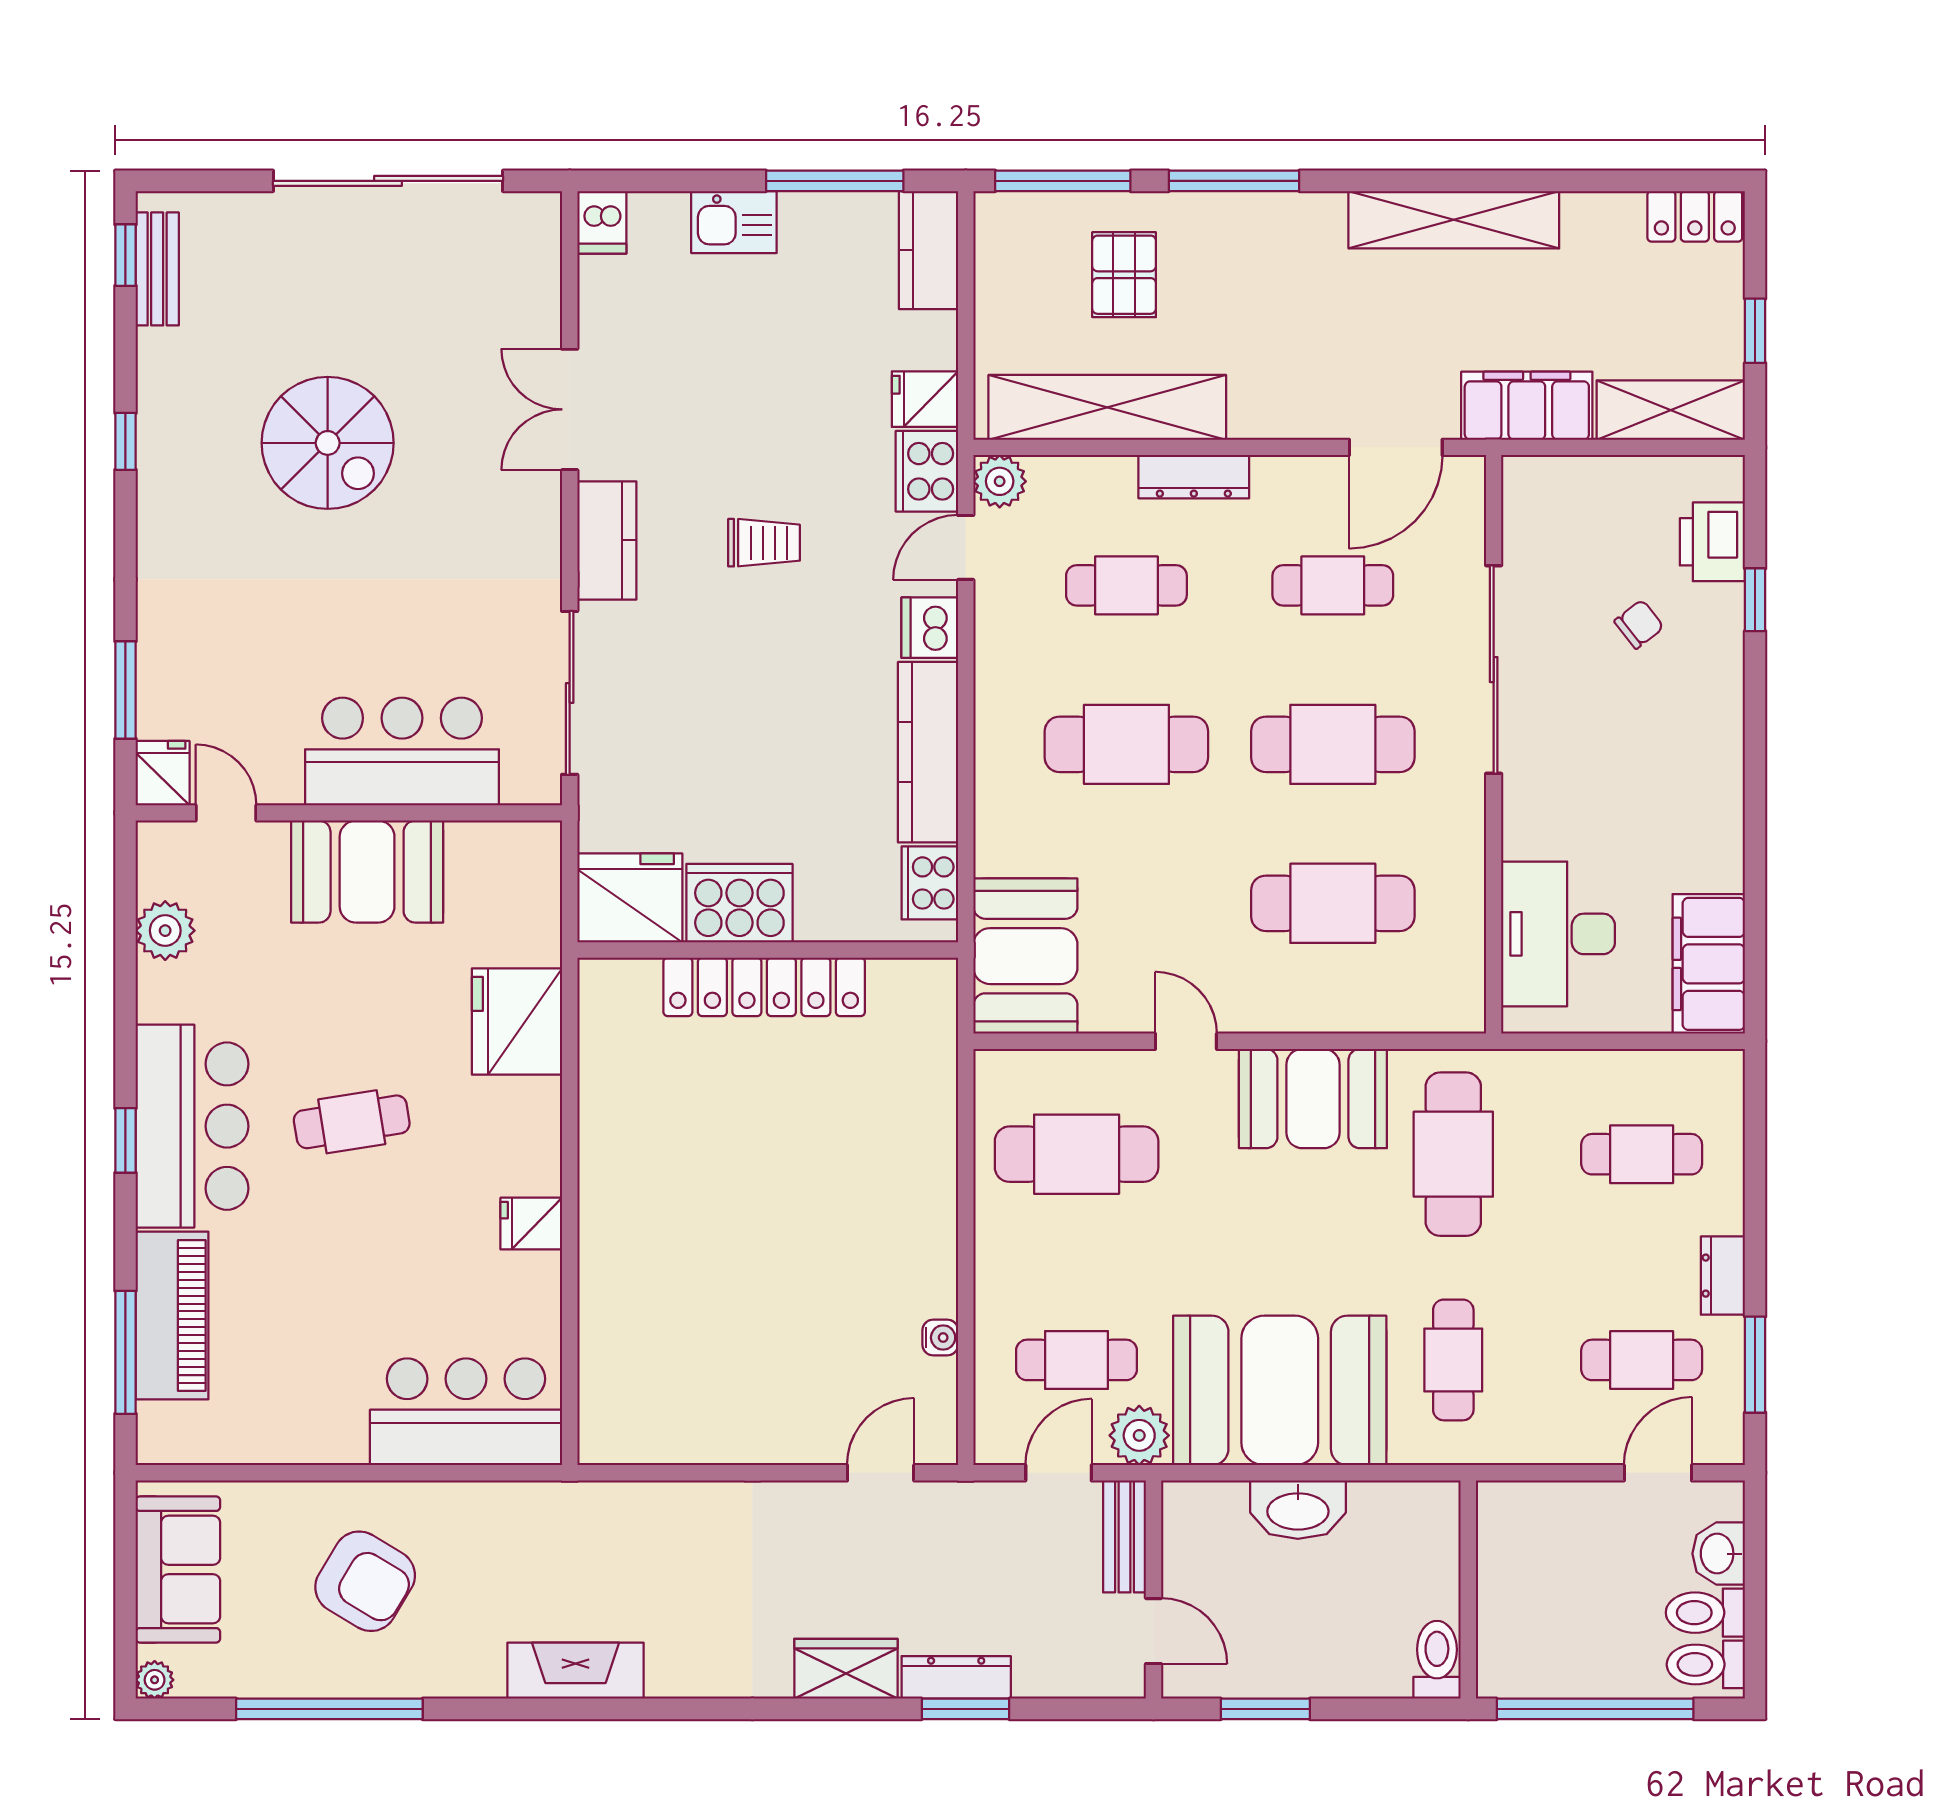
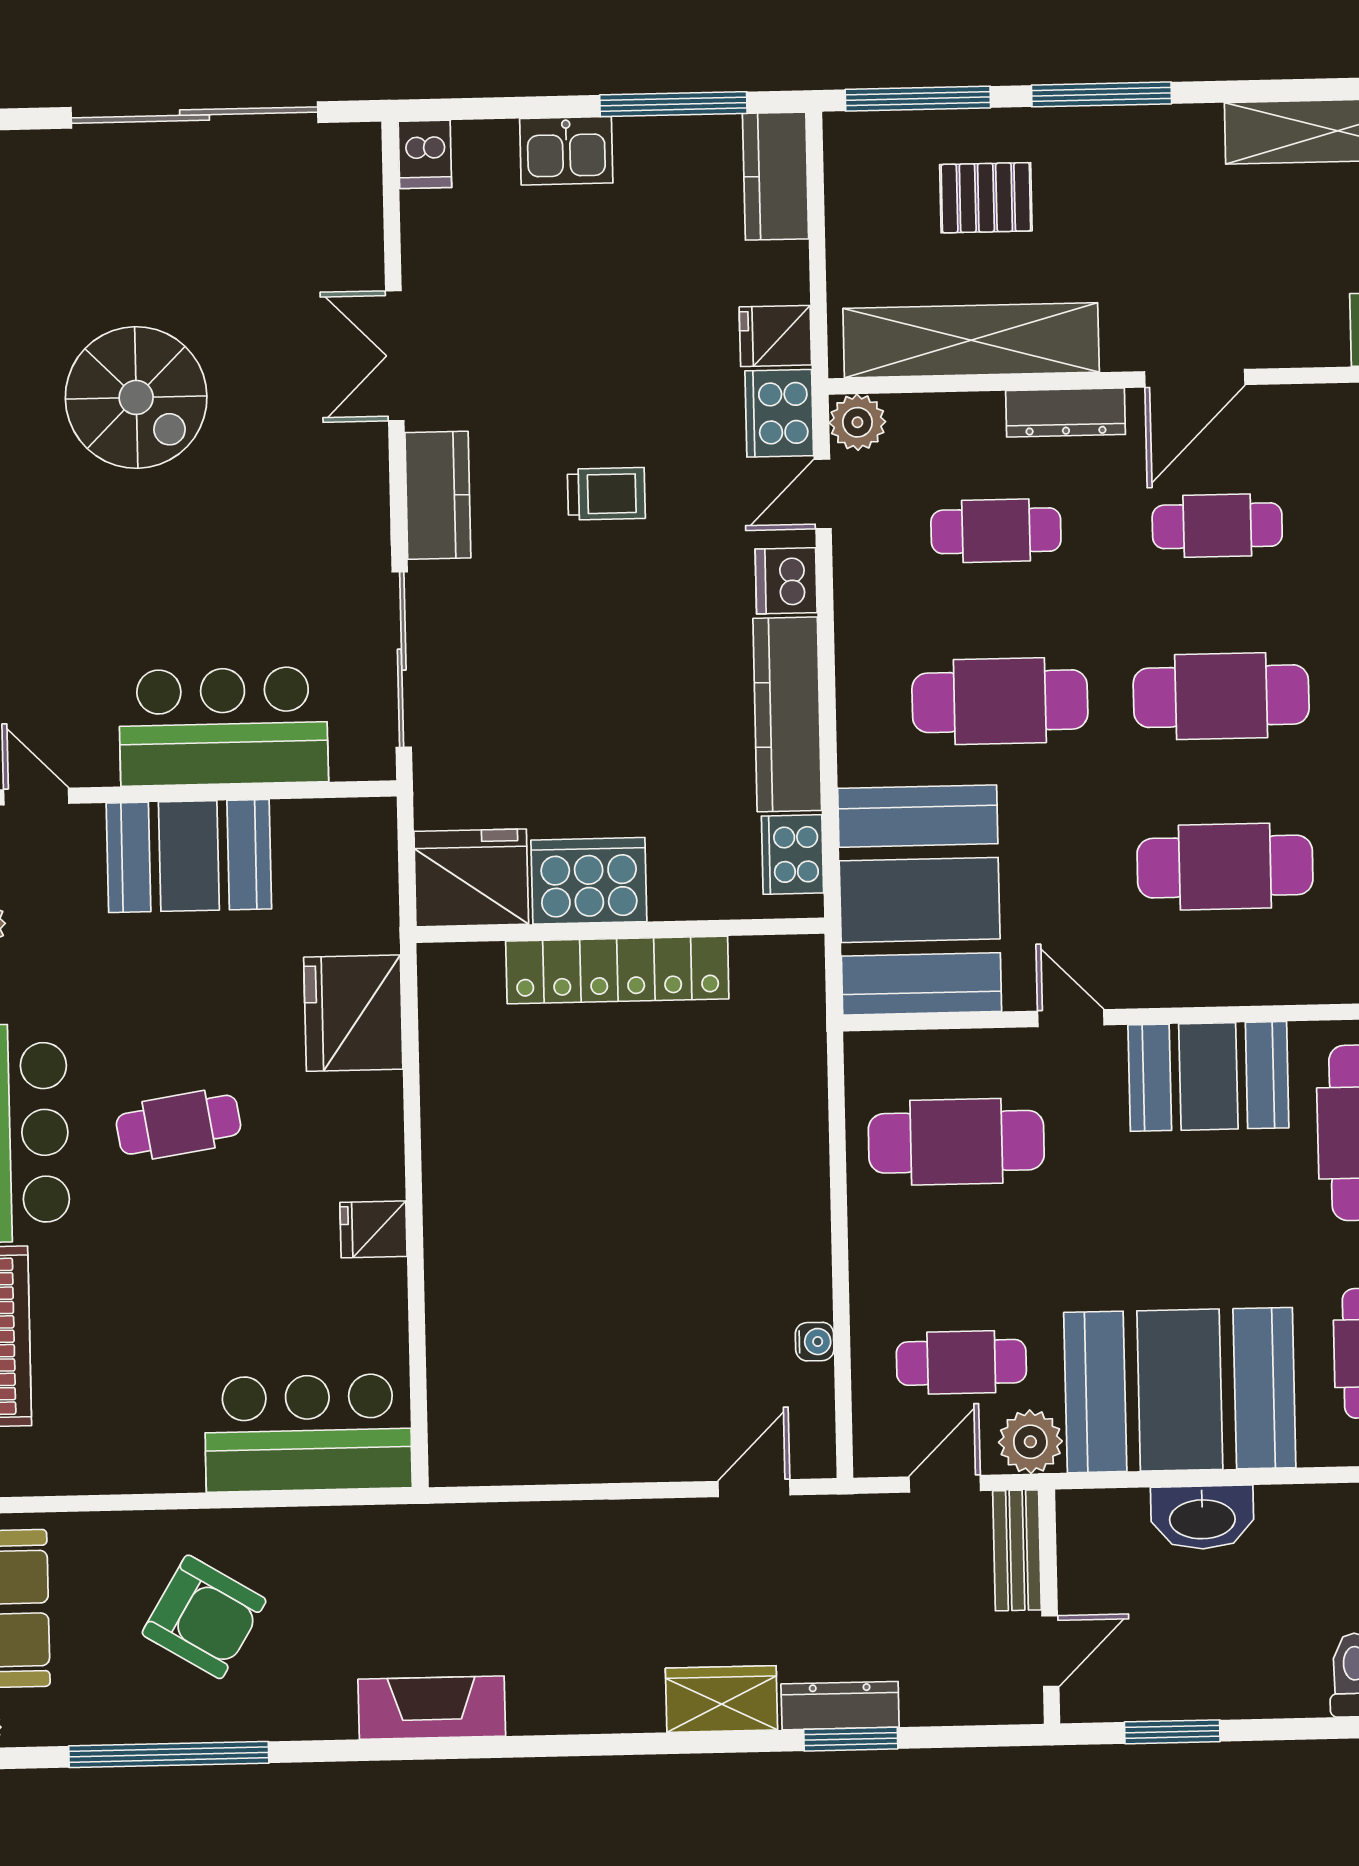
pallet: (1124, 275) -> (986, 198), turned 90
door: (1396, 447) -> (1195, 378), moved
booth: (1025, 956) -> (920, 900), width x1.36, depth x1.42
door: (1153, 1631) -> (1050, 1651), hinge flipped

